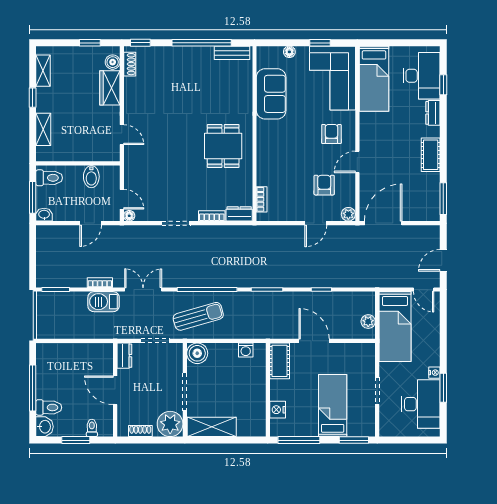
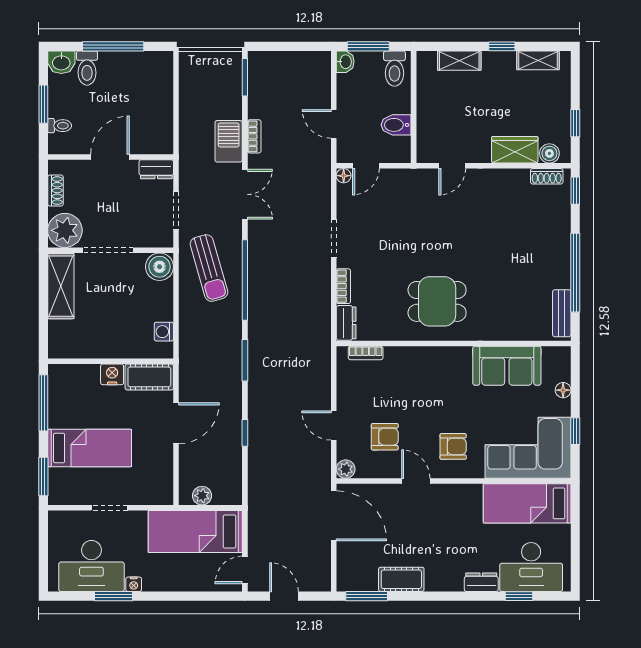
cot: (431, 155) -> (401, 579), moved
nightstand: (278, 410) -> (112, 374), moved

